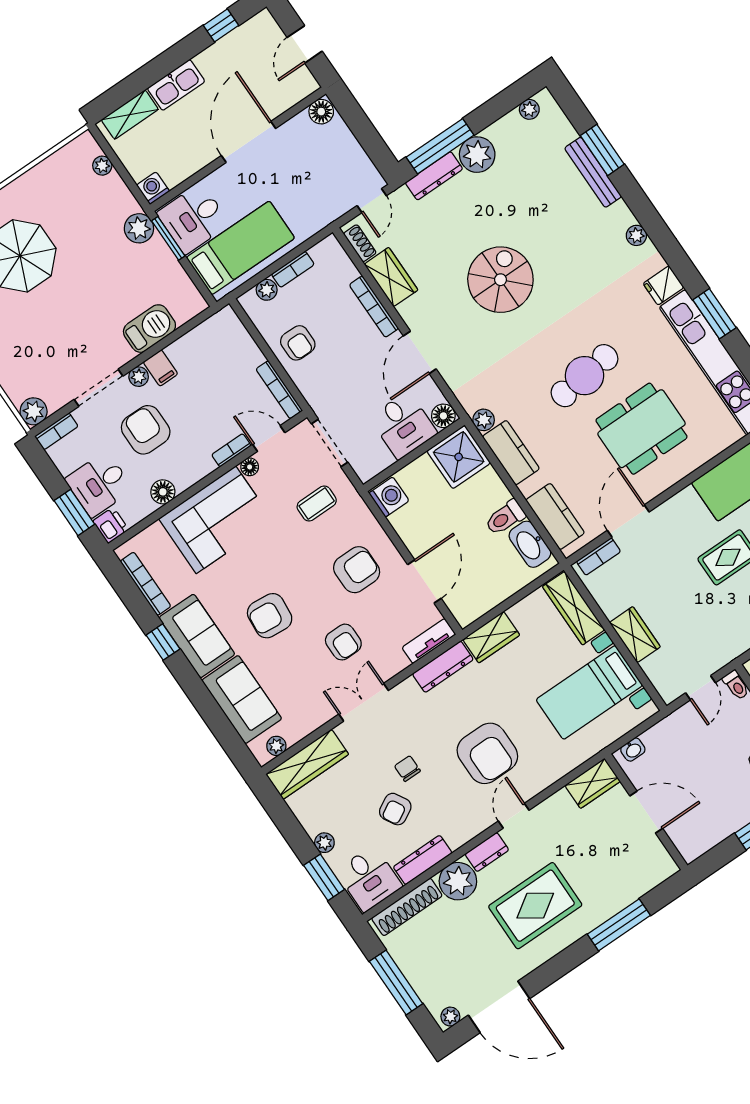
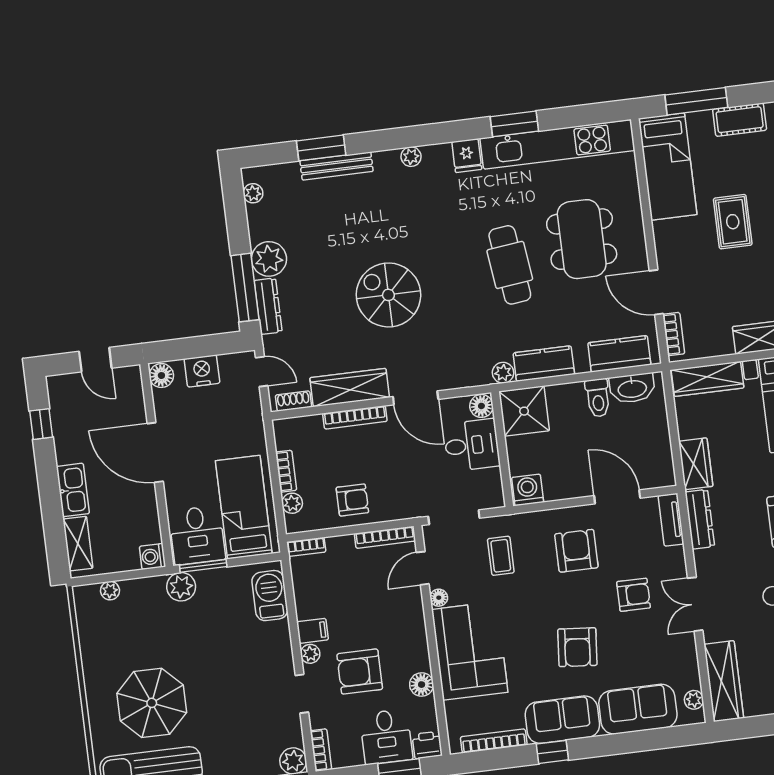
nightstand: (344, 146) -> (202, 371), added
wardrobe: (391, 277) -> (350, 388), width x1.50
barbecue: (149, 329) -> (270, 596), moved
doorway: (98, 388) -> (302, 694), width x0.73
bookcase: (231, 450) -> (306, 547), moved, turned -90

